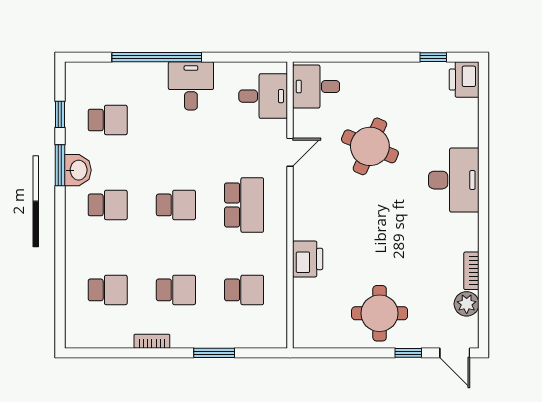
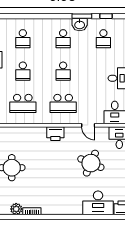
desk: (454, 180) -> (98, 203), moved
printer: (308, 259) -> (55, 134), moved
school desk: (244, 290) -> (23, 103), width x1.85

